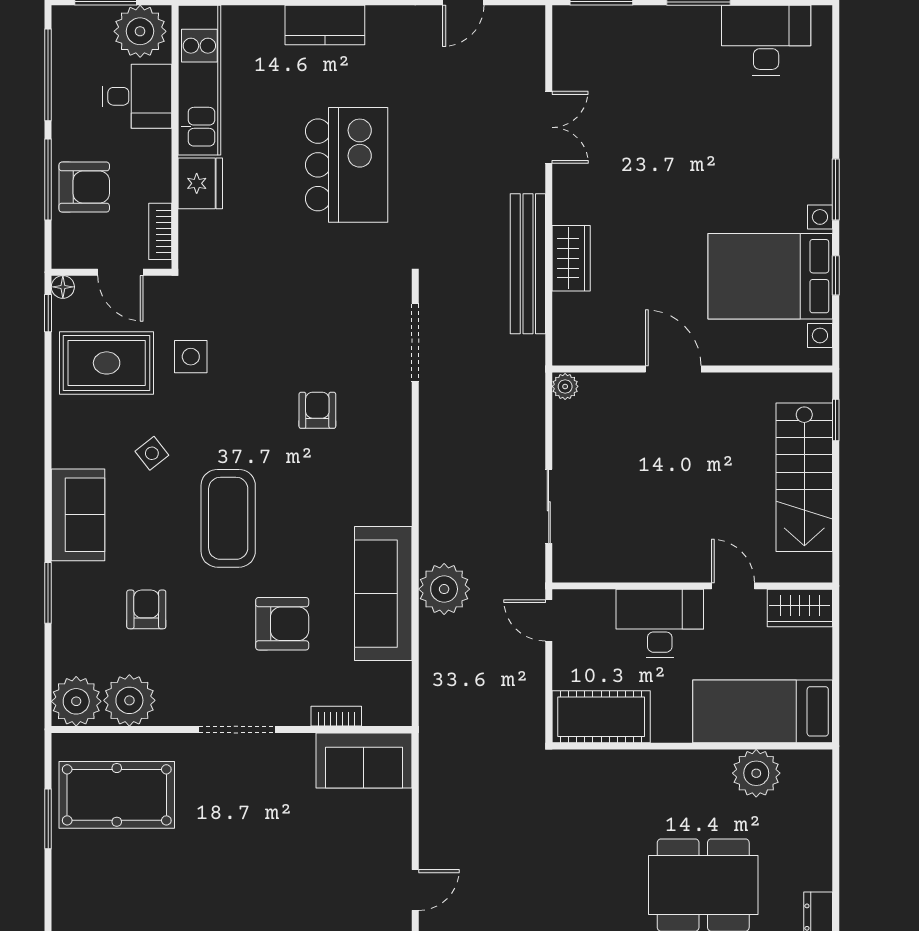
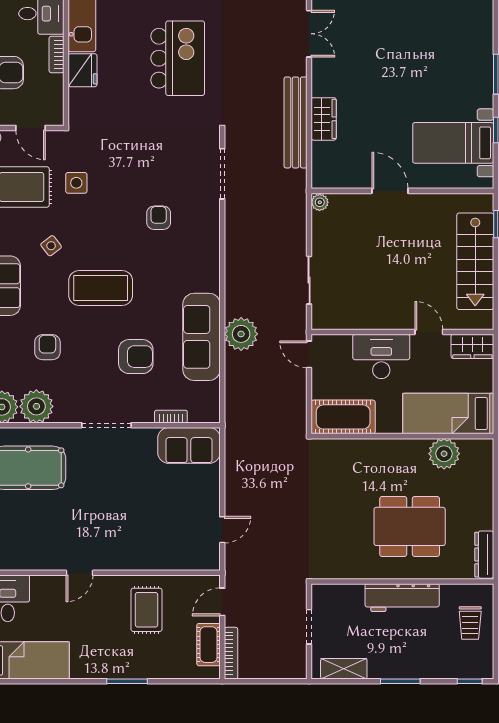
bookcase: (160, 231) -> (57, 54), moved
bed with nightstands: (770, 276) -> (453, 143), width x0.73
coffee table: (228, 518) -> (101, 288), turned 90

